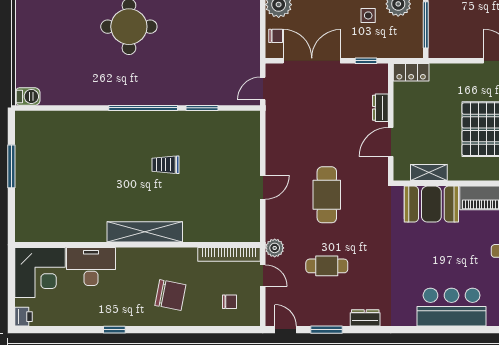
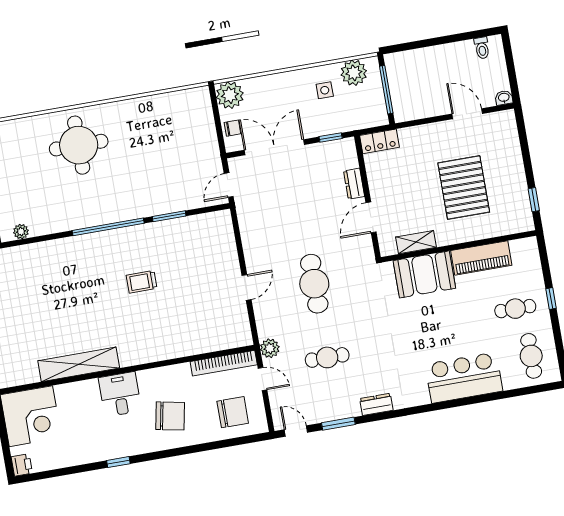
plant: (61, 98) -> (21, 232), added
shelving: (145, 232) -> (79, 364), moved
desk: (91, 267) -> (120, 394), moved, width x0.73
chair: (229, 302) -> (233, 412), width x1.87, depth x1.87

